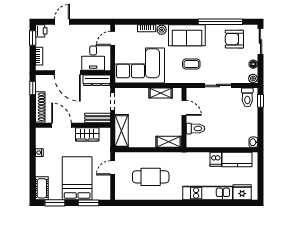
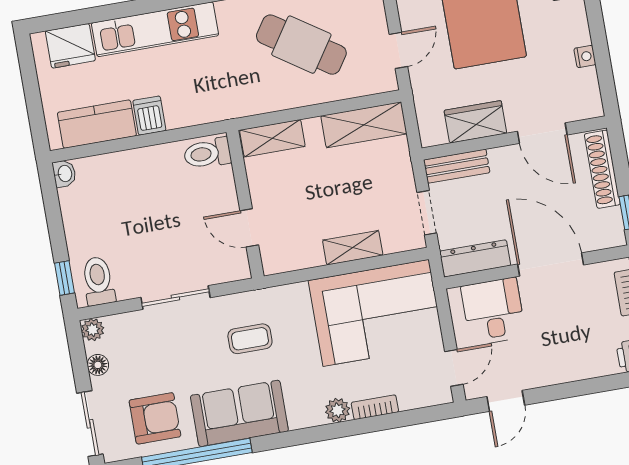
door: (62, 22) -> (506, 401), moved
sofa: (187, 35) -> (239, 413), moved
shelving: (161, 93) -> (353, 248), moved
toilet: (195, 129) -> (207, 153), moved
shelving: (122, 131) -> (364, 125), moved, turned 90
cafe table: (151, 177) -> (301, 45), turned 34

